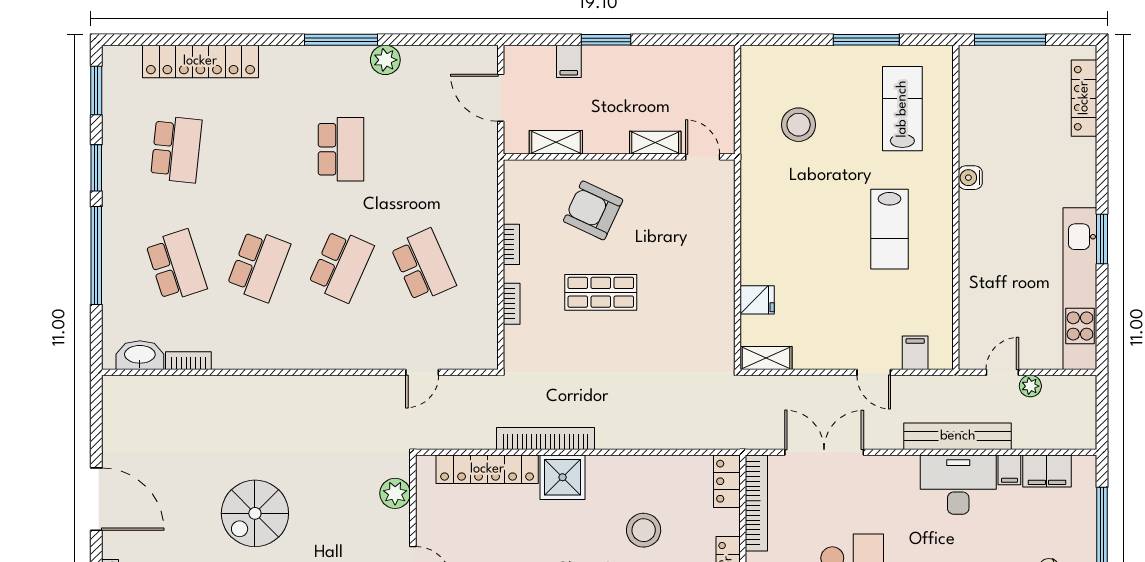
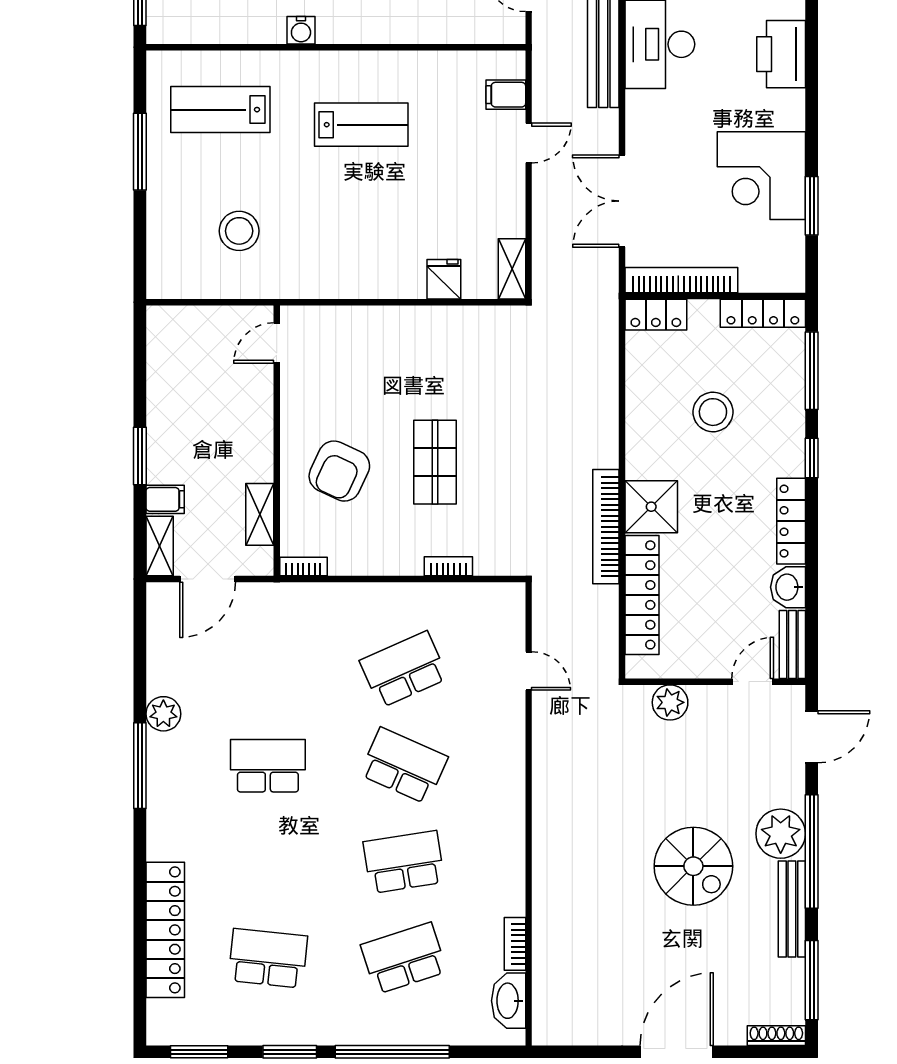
shelving: (655, 143) -> (160, 546), moved
bookcase: (511, 244) -> (303, 566), moved
school desk: (259, 266) -> (404, 862), turned -30

